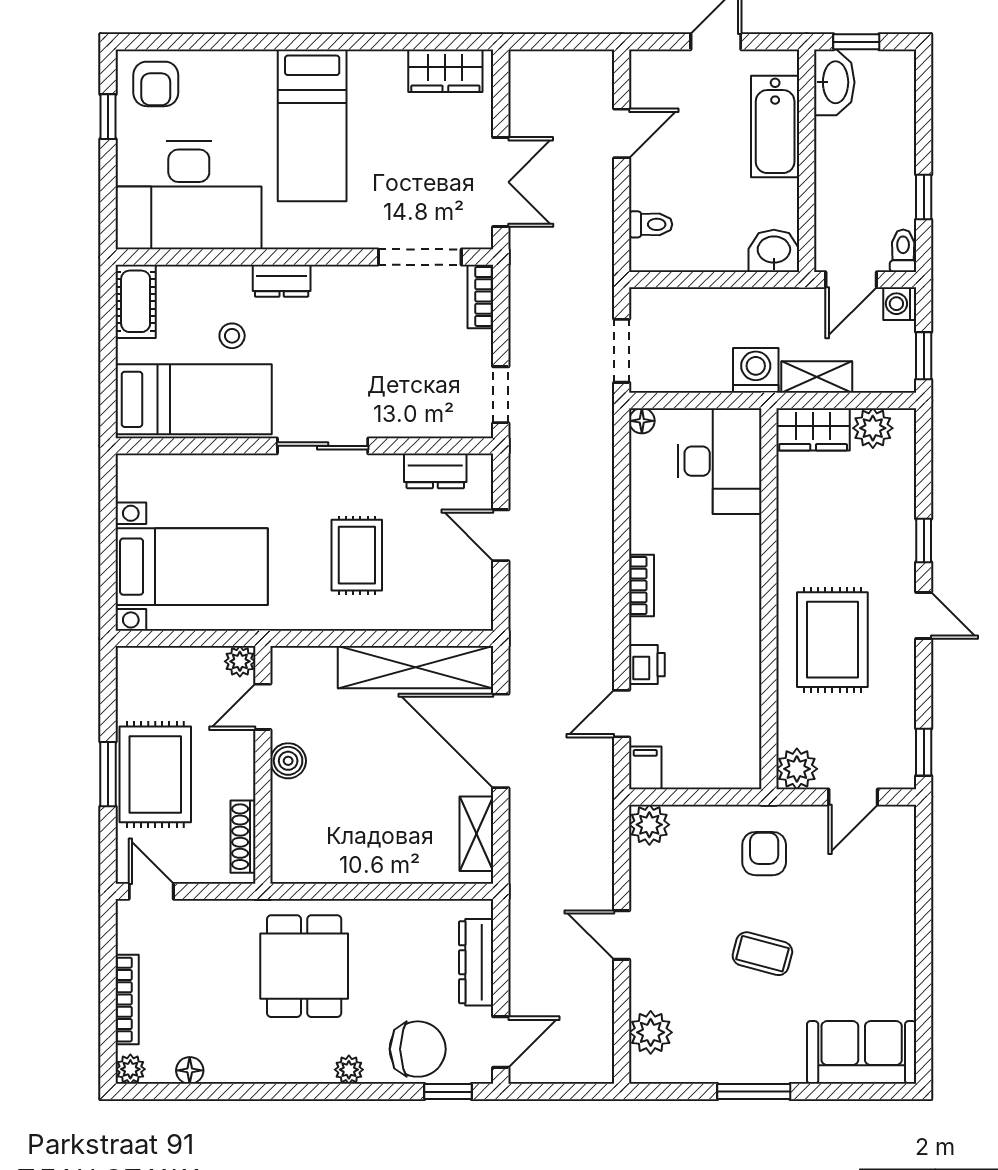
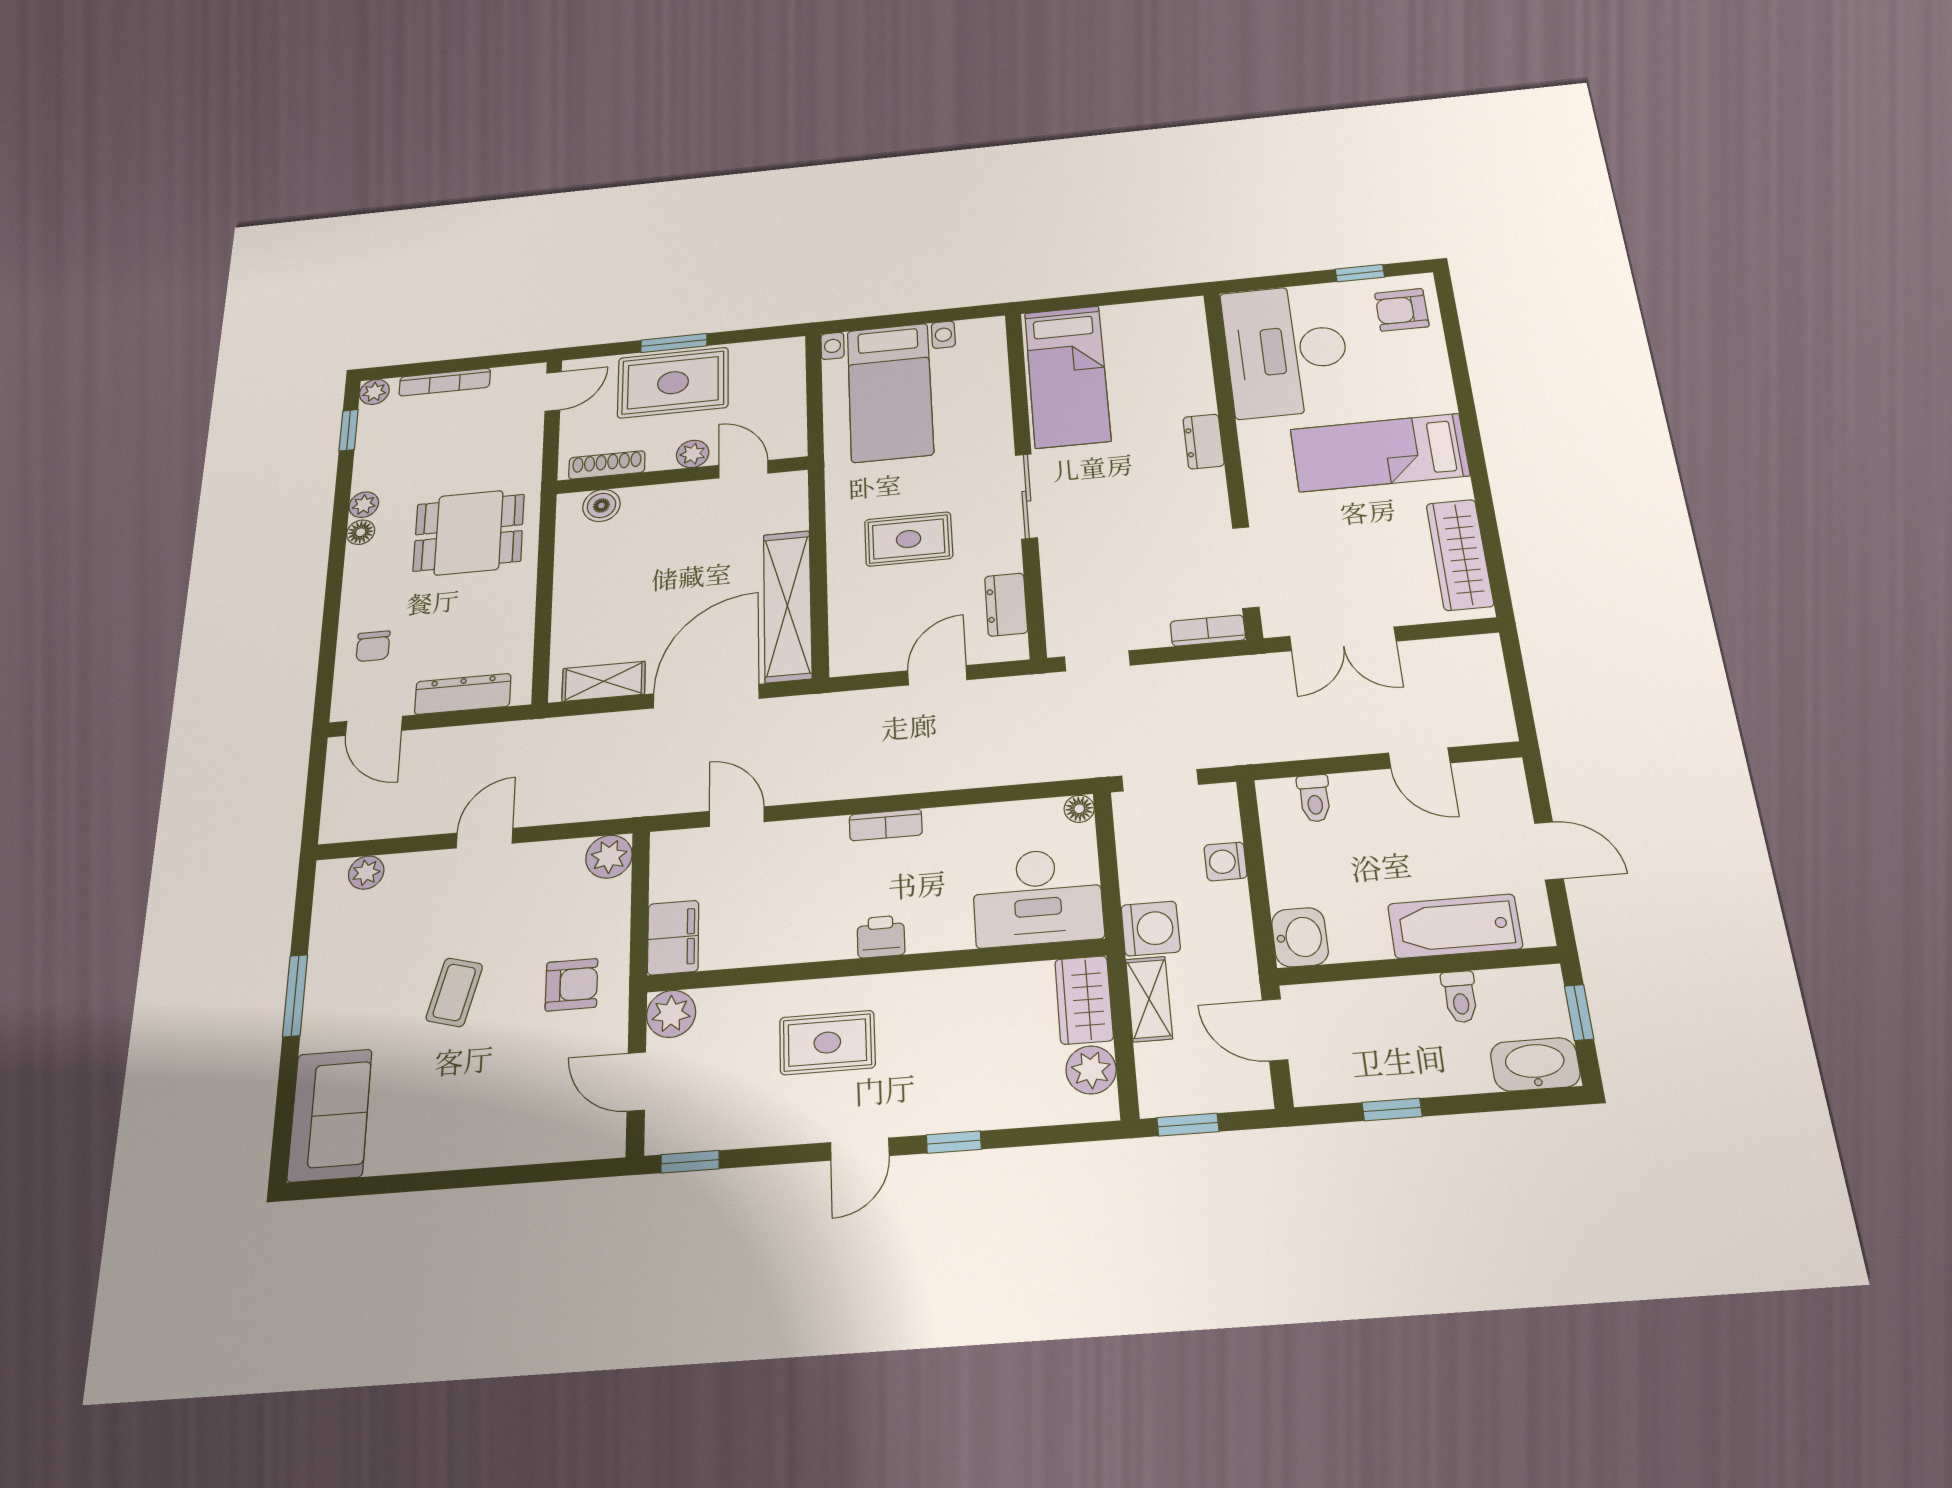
wardrobe: (445, 71) -> (1460, 555), width x1.50
washbasin: (834, 82) -> (1535, 1064), moved, turned 180
toilet: (903, 251) -> (1460, 997), moved, turned 90
cot: (136, 301) -> (1167, 316), removed
washing machine: (900, 304) -> (1226, 861), moved, turned -90
stool: (232, 336) -> (1139, 403), removed
rug: (832, 640) -> (827, 1043), width x0.73, depth x0.70
plant: (240, 661) -> (693, 454), moved
printer: (647, 665) -> (881, 937), moved, turned 180
boiler: (288, 761) -> (601, 505), moved
filing cabinet: (645, 768) -> (673, 938), moved, width x2.00
plant: (651, 1032) -> (366, 873), width x0.73, depth x0.73
chair: (418, 1049) -> (373, 646), width x0.54, depth x0.54
floor lamp: (190, 1070) -> (361, 532), moved
plant: (349, 1070) -> (364, 505), moved
window: (448, 1092) -> (349, 430), moved

